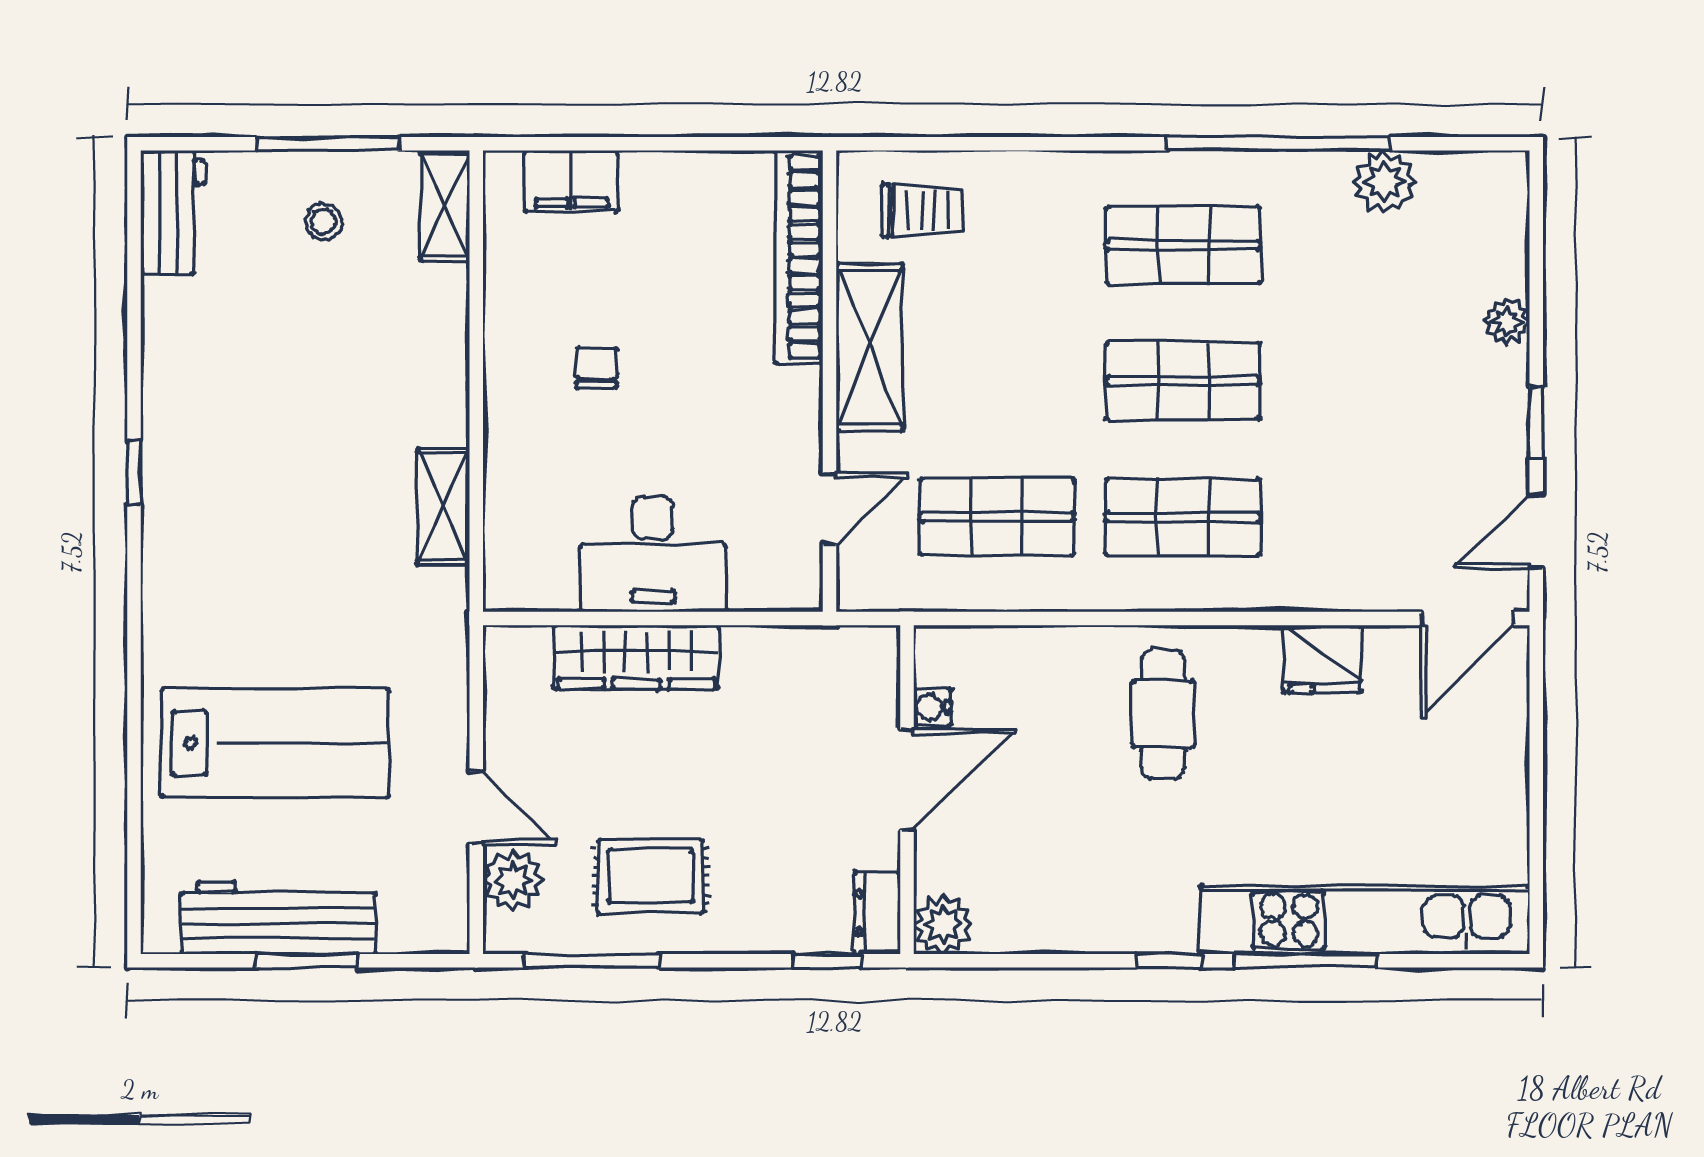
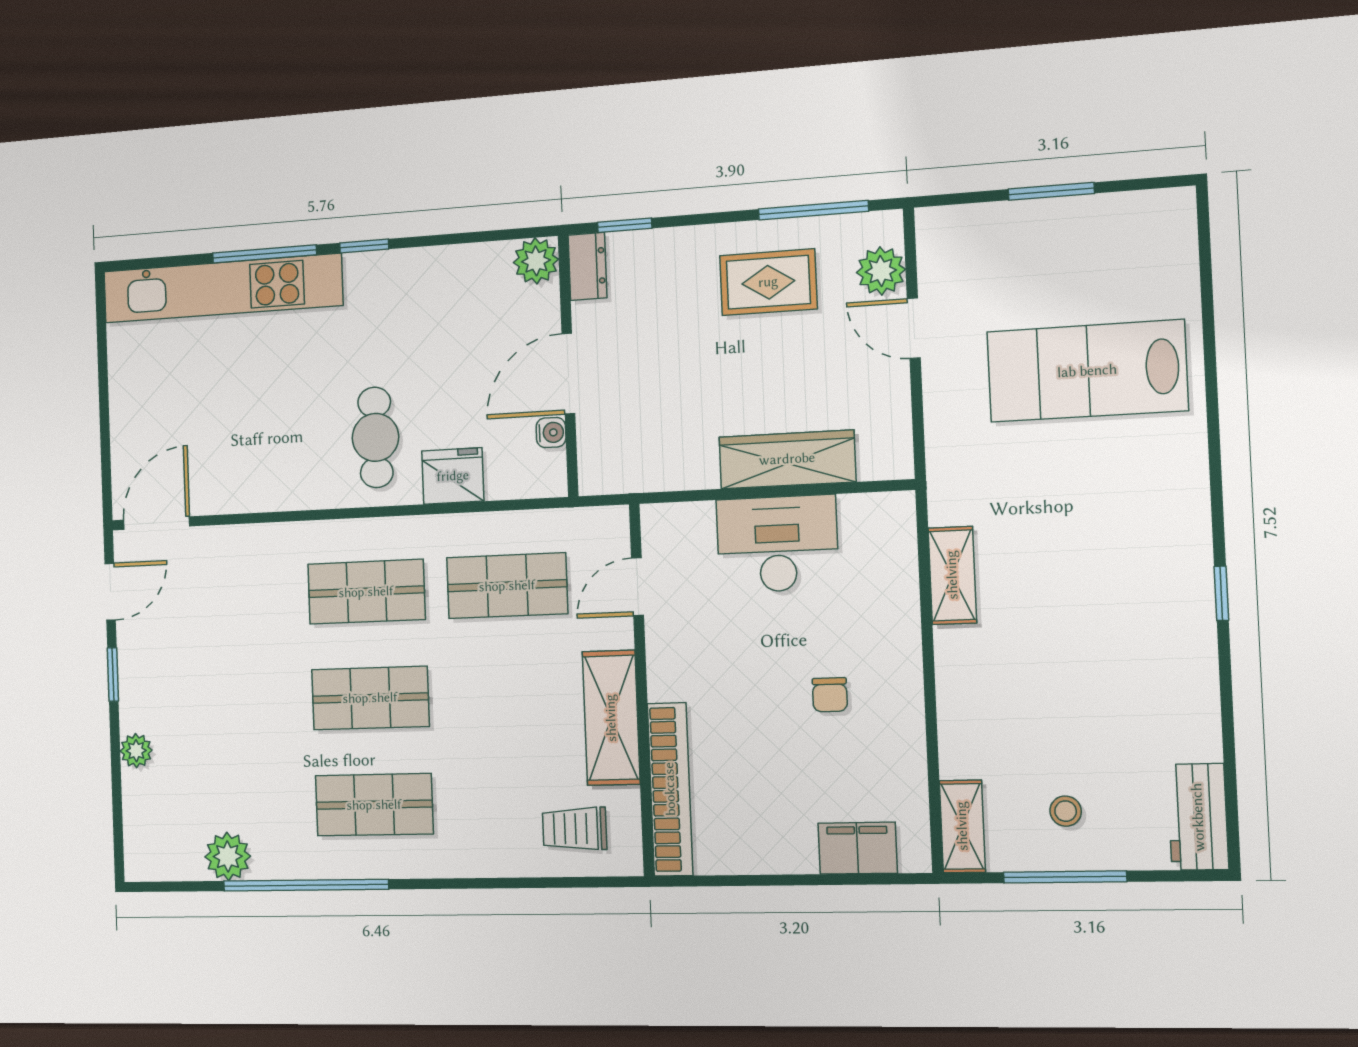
fridge: (1322, 659) -> (453, 476), moved
workbench: (279, 918) -> (1077, 225), removed

